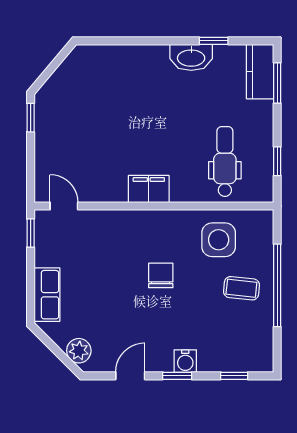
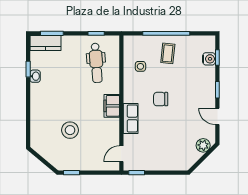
washbasin: (191, 57) -> (35, 76), width x0.52, depth x0.69
stool: (106, 115) -> (70, 130), added
dental chair: (225, 162) -> (96, 63), turned -94
side table: (219, 240) -> (140, 66), width x0.54, depth x0.54
row of seats: (47, 295) -> (131, 118), moved, turned 90
water cooler: (185, 361) -> (209, 59), moved

